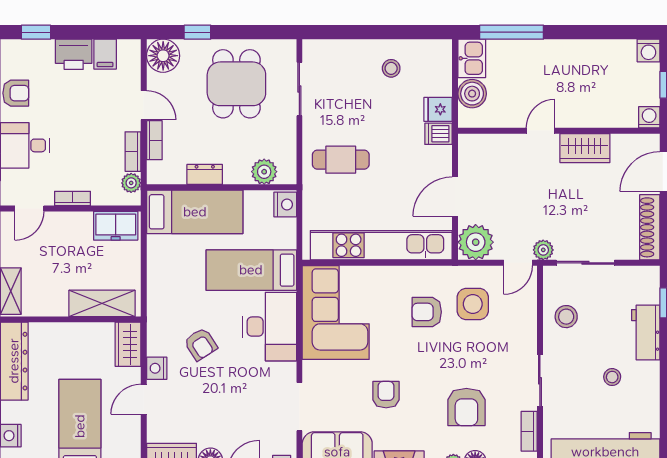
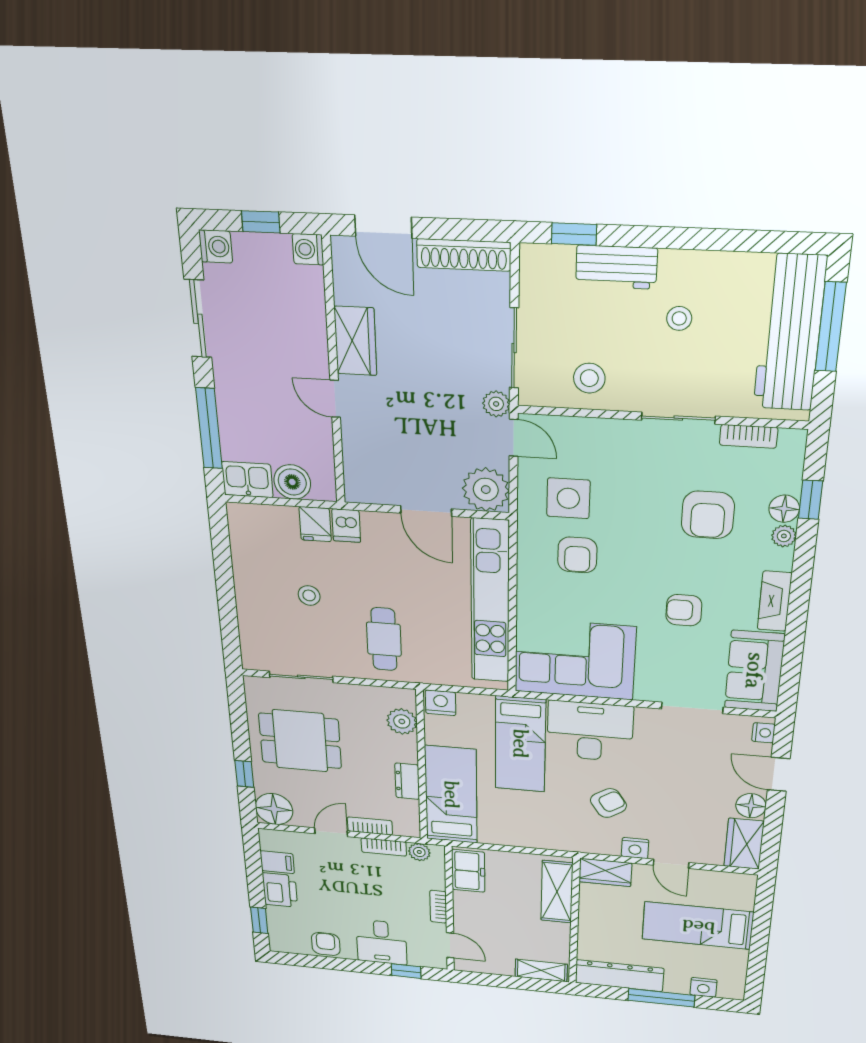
sliding door: (596, 32) -> (198, 319), added
stool: (391, 68) -> (309, 595), moved
armchair: (466, 407) -> (708, 515), turned 90

